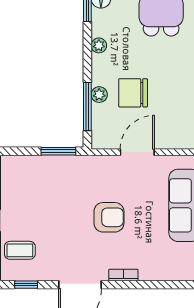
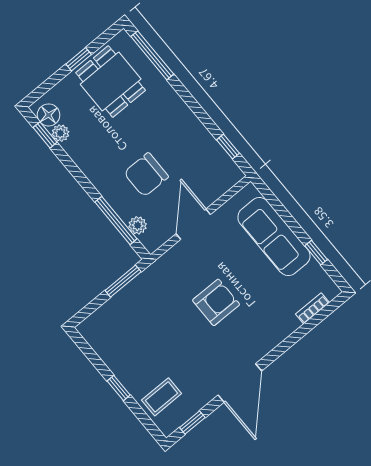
plant: (99, 45) -> (60, 133), moved
plant: (99, 95) -> (138, 225), moved
bookcase: (123, 275) -> (313, 308), moved

